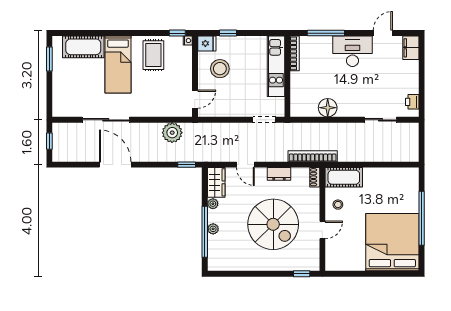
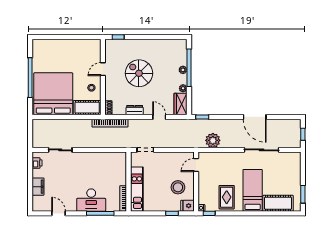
door: (383, 33) -> (59, 213), swing flipped
filing cabinet: (411, 48) -> (38, 187), moved
desk: (352, 51) -> (91, 200), moved
floor lamp: (328, 108) -> (99, 159), removed
spiral stairs: (273, 224) -> (139, 73), width x0.73, depth x0.73
bed: (392, 242) -> (53, 94), moved, turned 180

